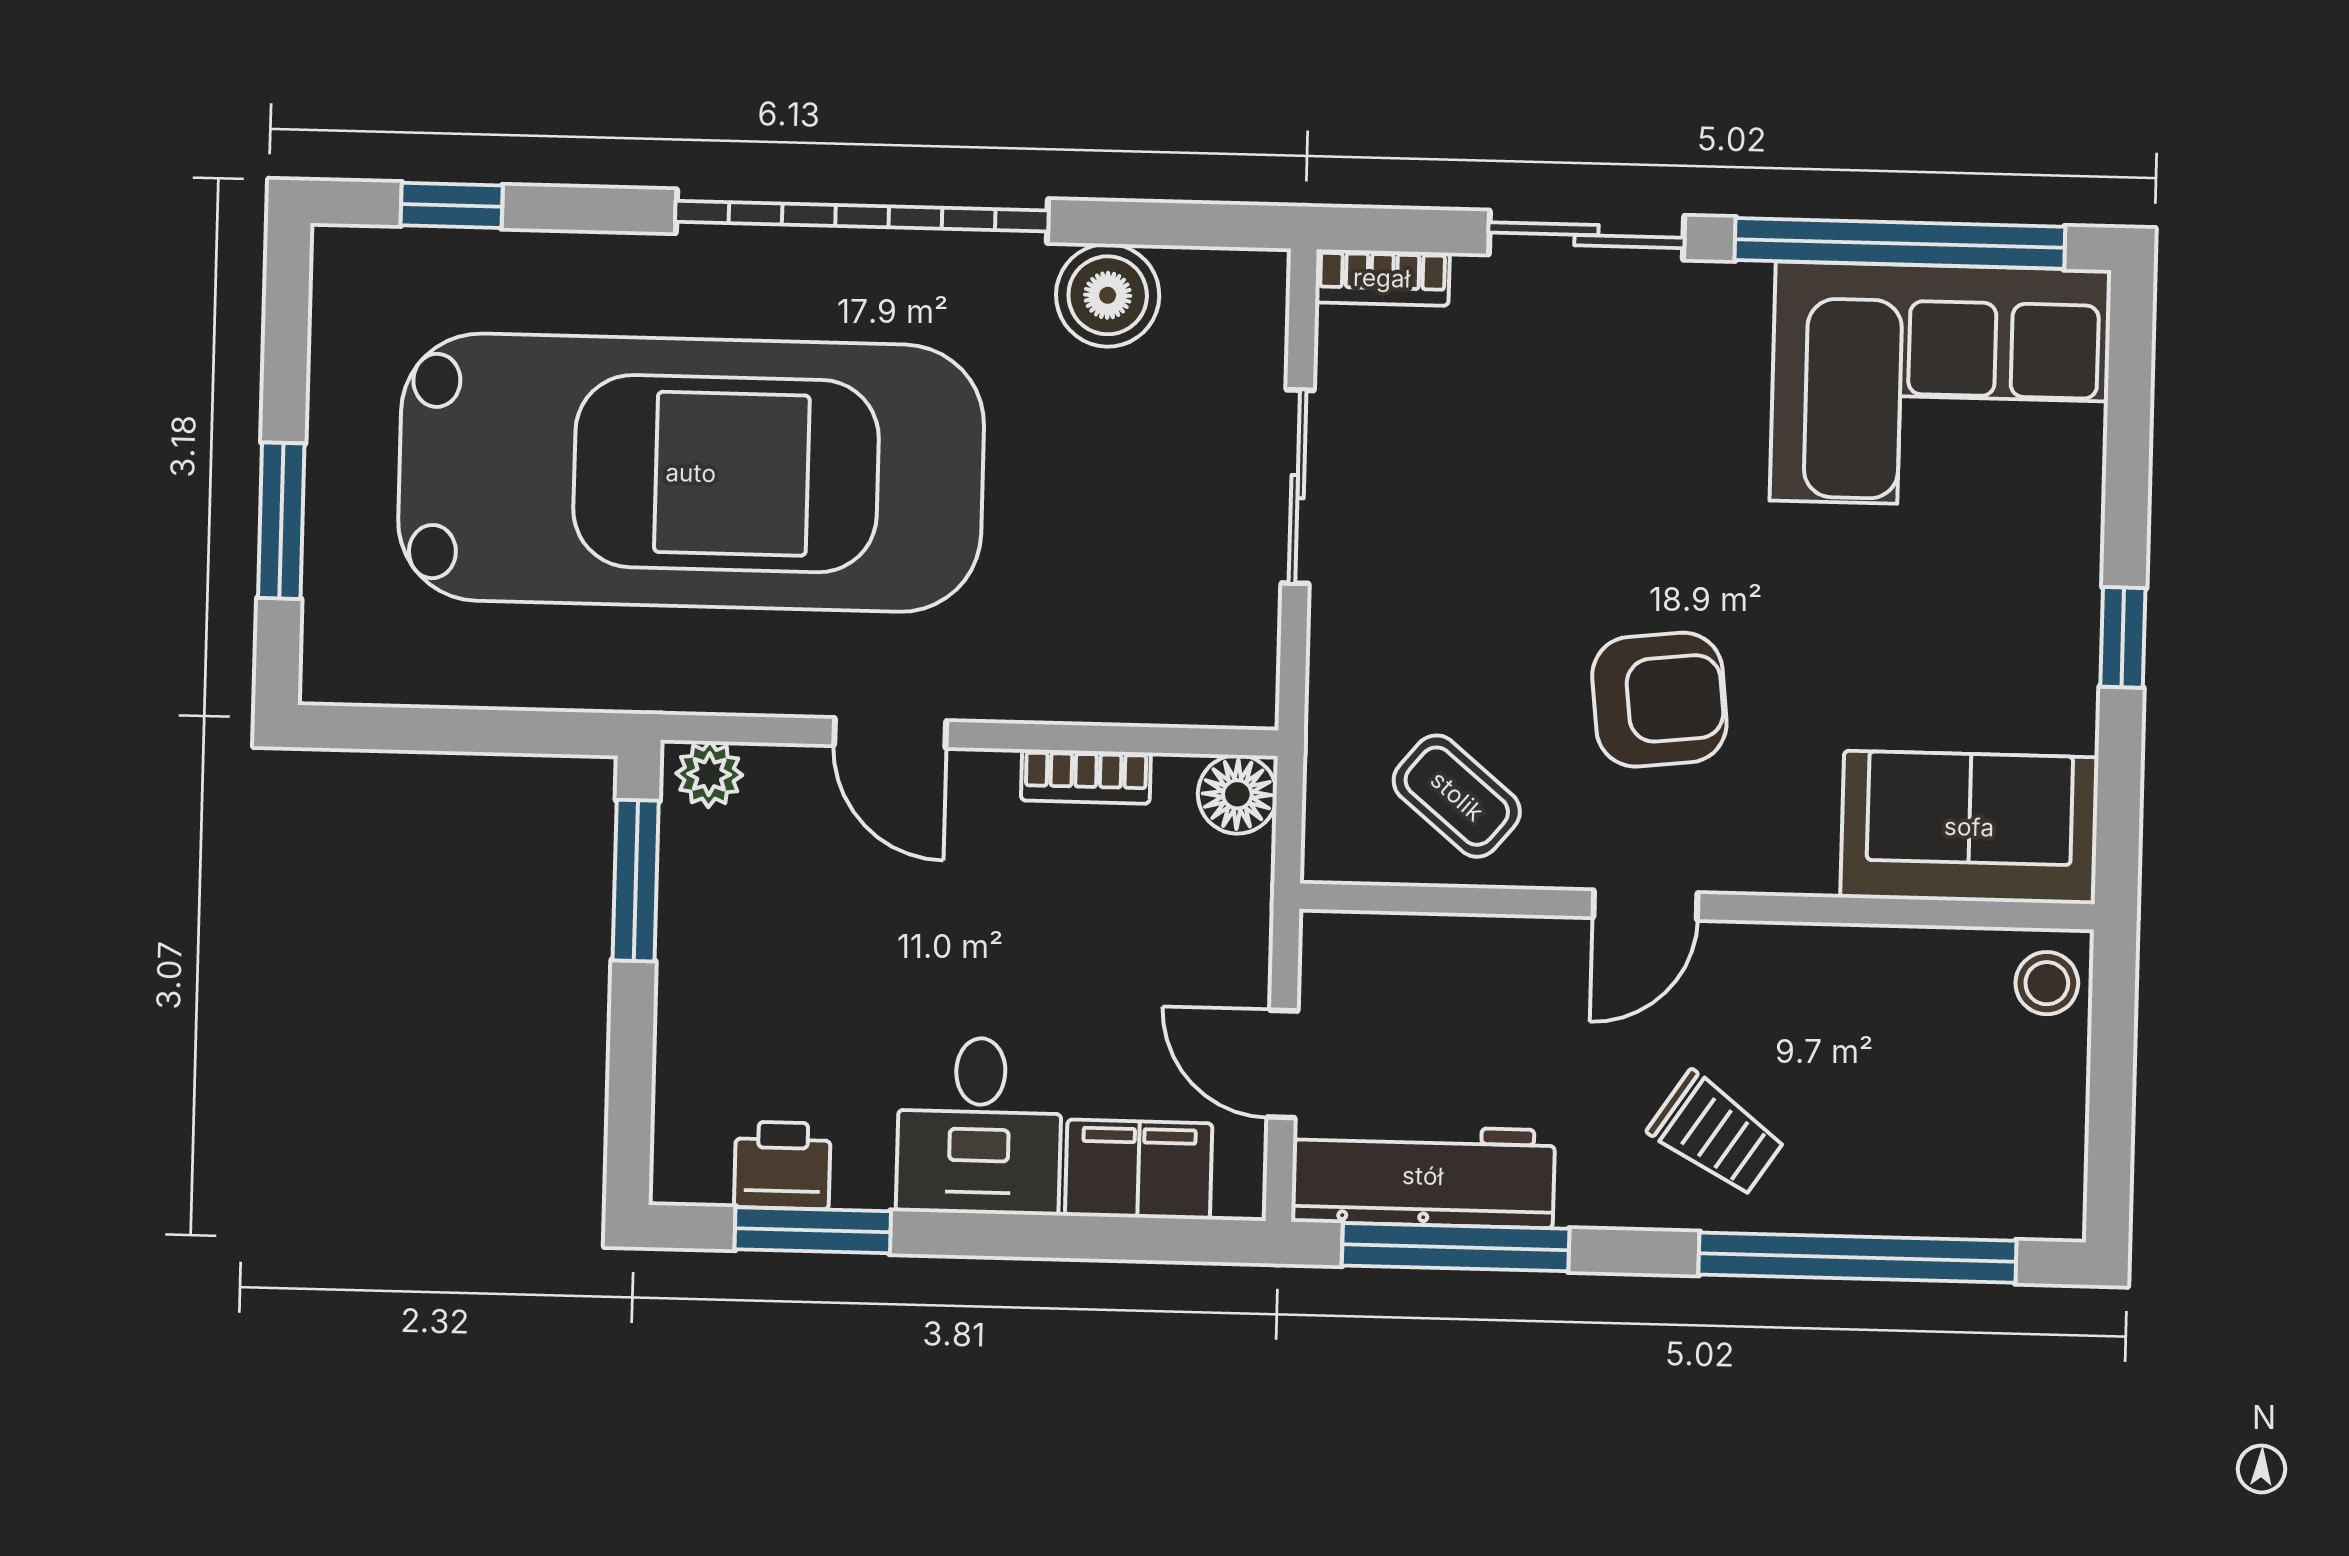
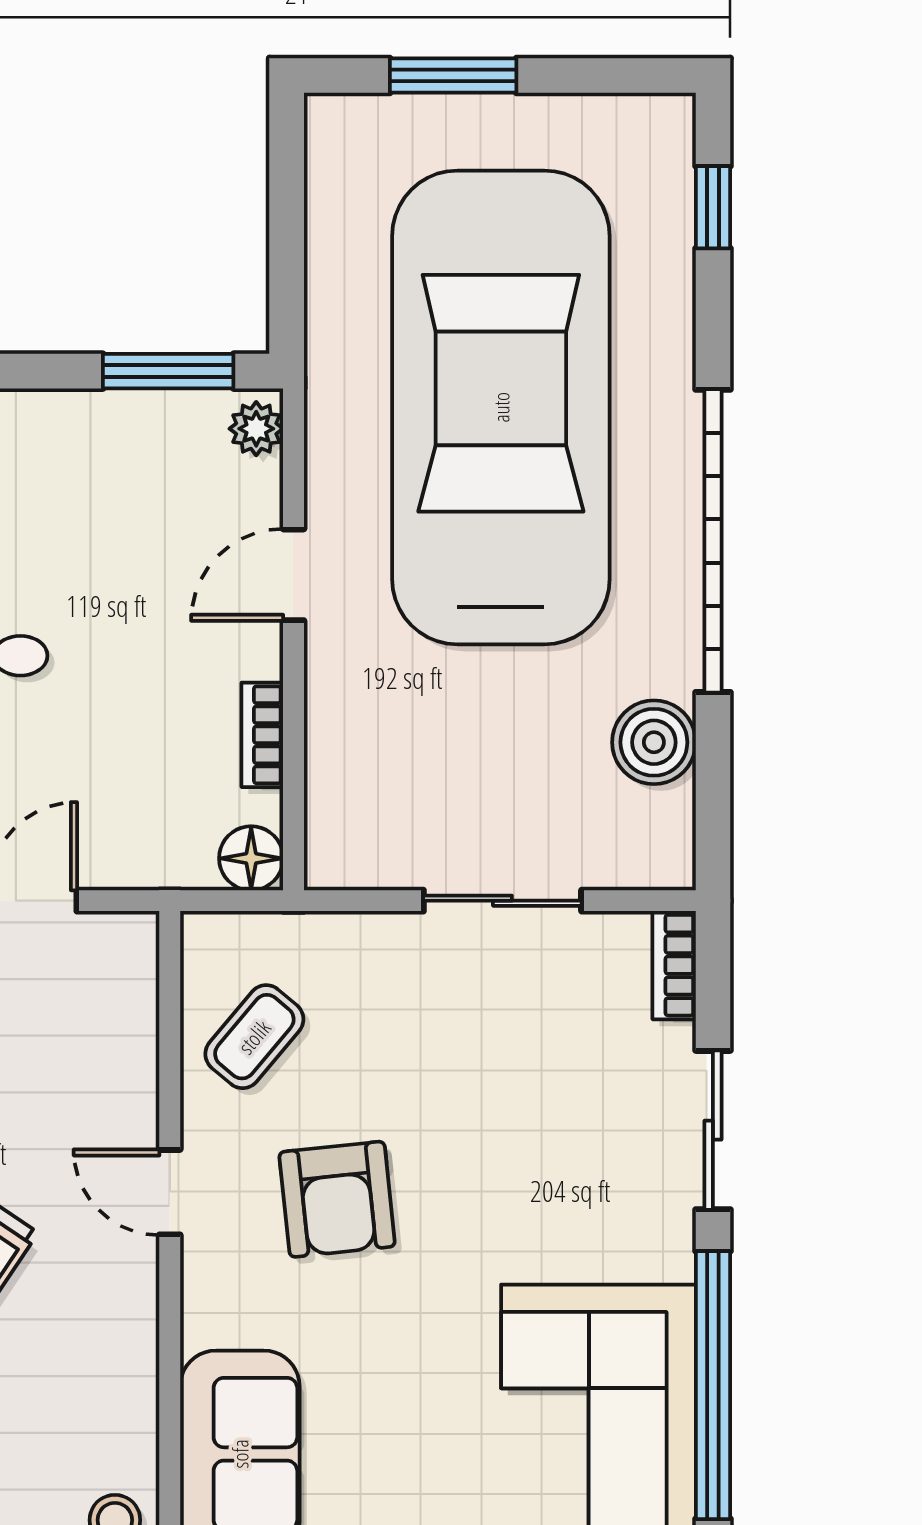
car: (691, 473) -> (501, 407), turned 180

